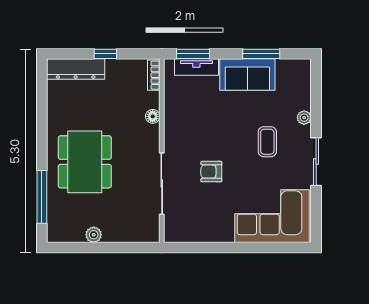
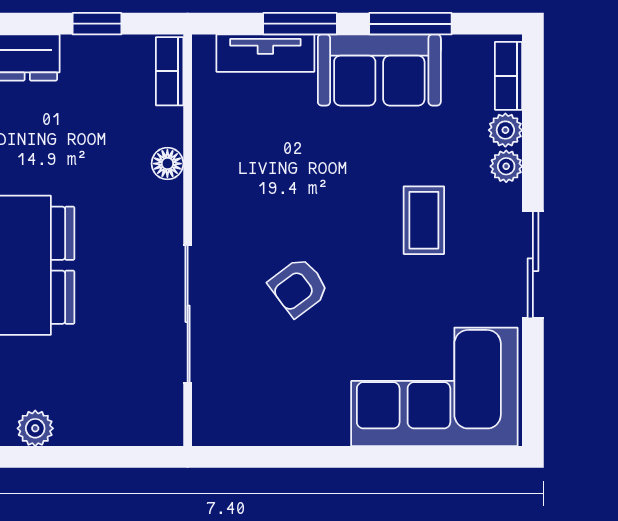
window: (105, 54) -> (97, 24), moved
window: (193, 54) -> (300, 24), moved
bookcase: (305, 77) -> (509, 76), added
plant: (304, 101) -> (505, 130), added
armchair: (211, 172) -> (299, 287), turned -37

